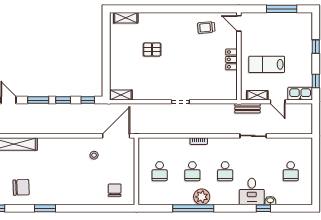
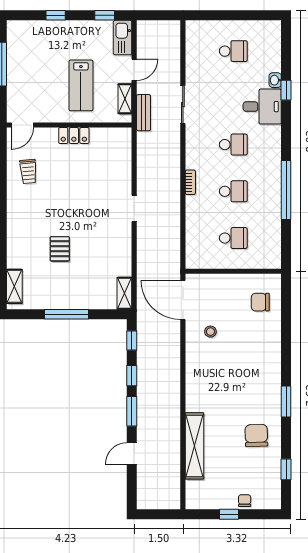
window: (106, 54) -> (66, 314), added
plant: (202, 197) -> (270, 178), removed

